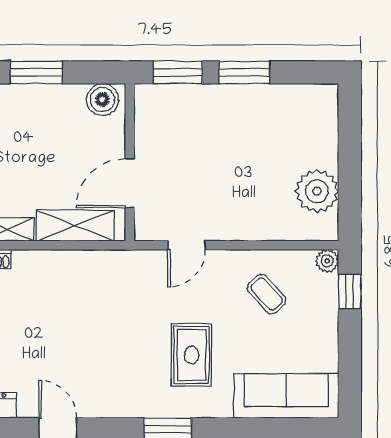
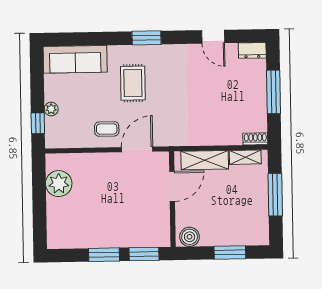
door: (186, 245) -> (137, 149), width x1.38
plant: (327, 261) -> (51, 109), moved
coffee table: (267, 294) -> (107, 129), moved, turned -47

